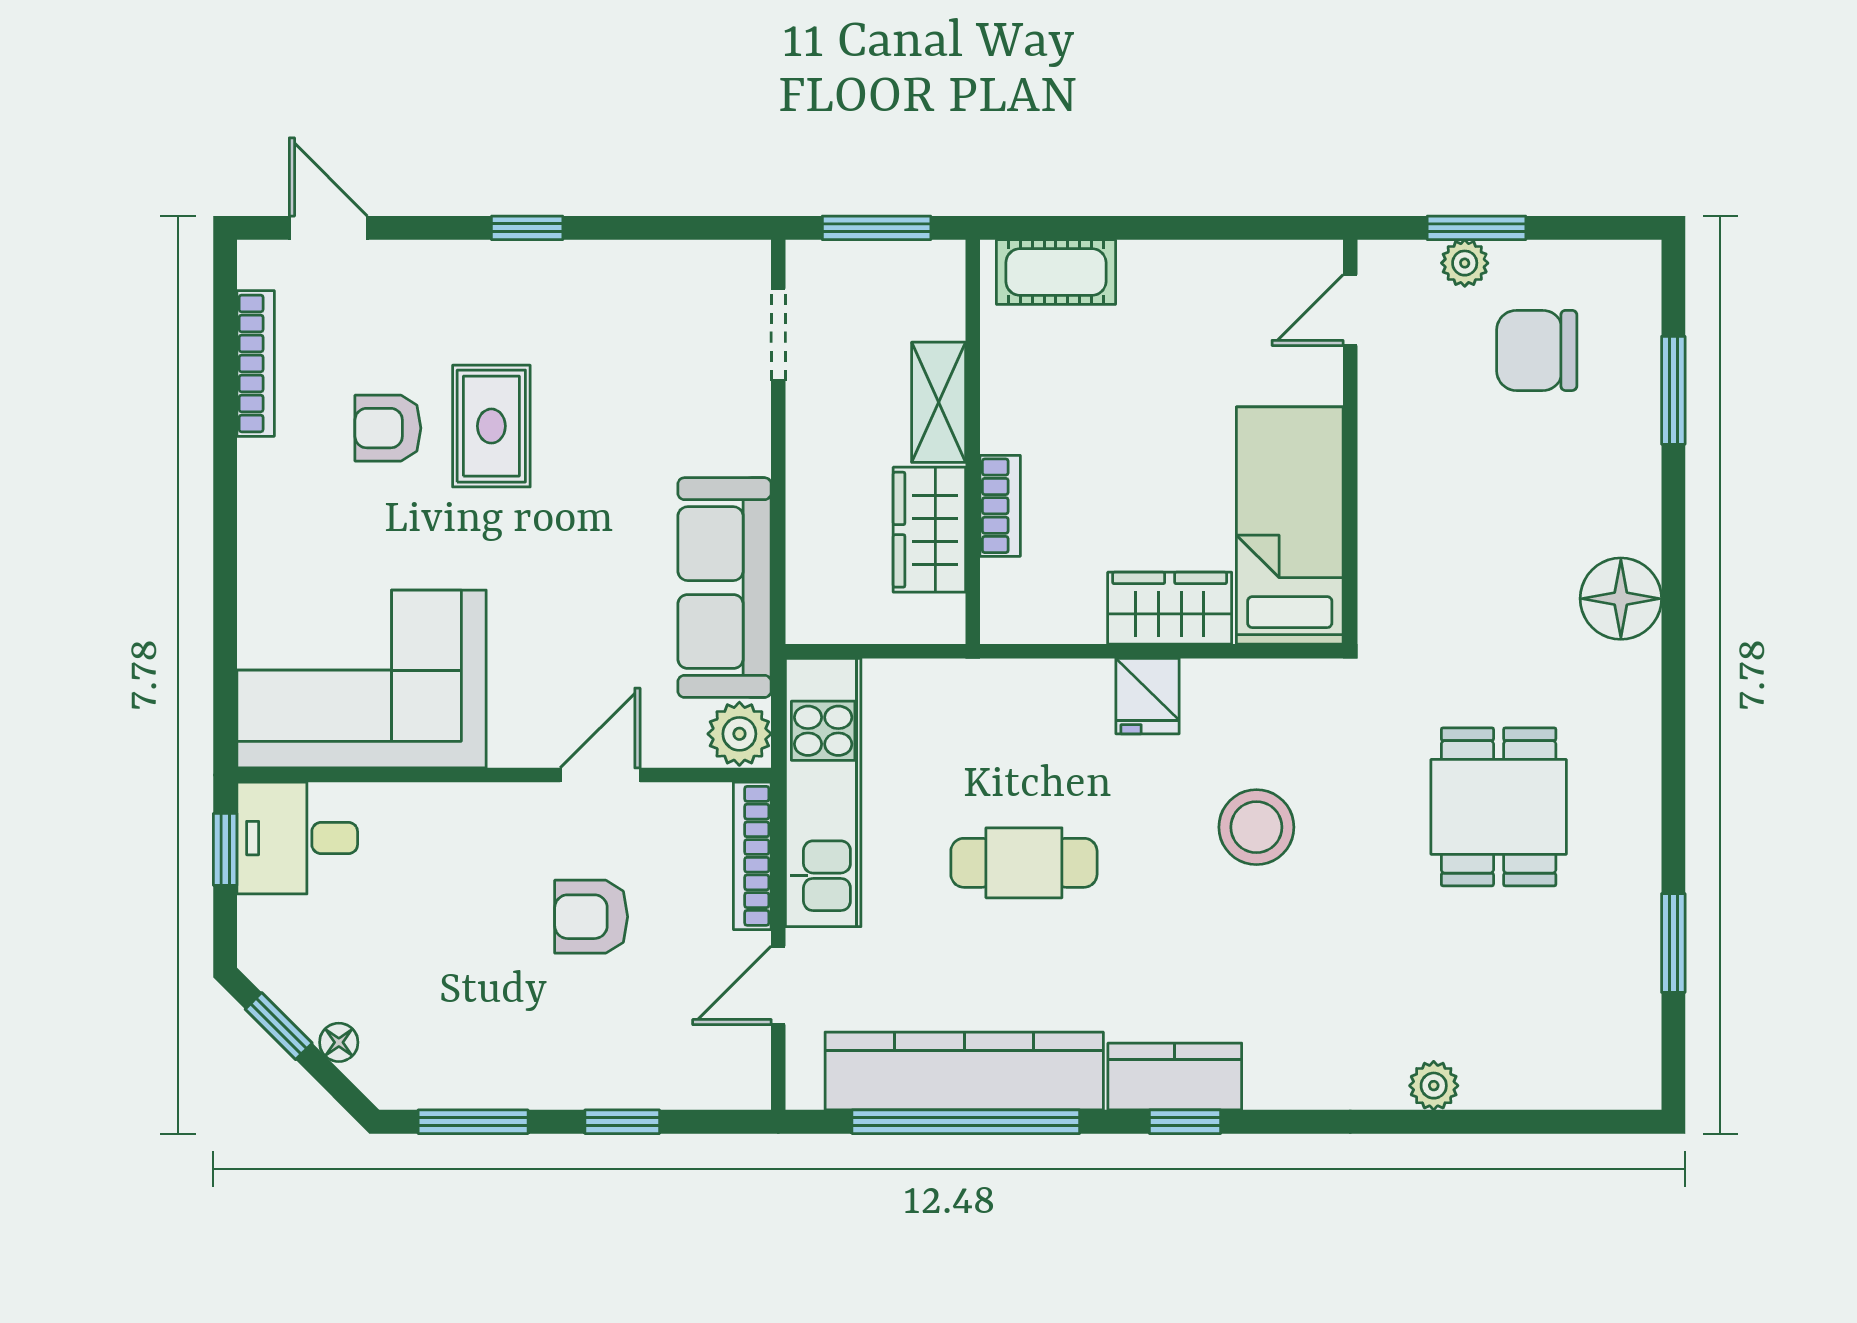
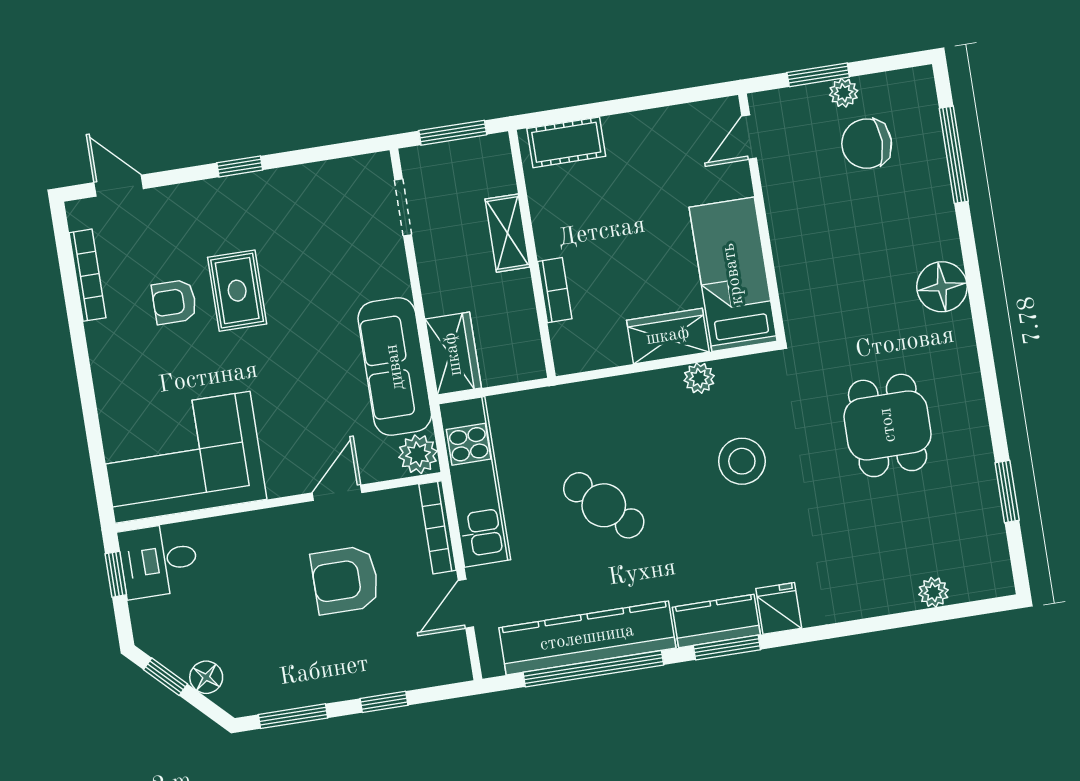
plant: (1465, 263) -> (844, 93), moved
window: (1673, 390) -> (954, 155), width x1.44
wardrobe: (929, 530) -> (453, 354), moved, turned 180
plant: (1209, 683) -> (699, 378), added
fridge: (1148, 696) -> (779, 608), moved, turned 180
cafe table: (1024, 863) -> (604, 505), turned 44
armchair: (591, 917) -> (345, 580), width x1.38, depth x1.38
floor lamp: (339, 1042) -> (206, 677), width x1.37, depth x1.37
plant: (1434, 1086) -> (934, 592), moved
window: (1185, 1122) -> (727, 648), width x1.50

